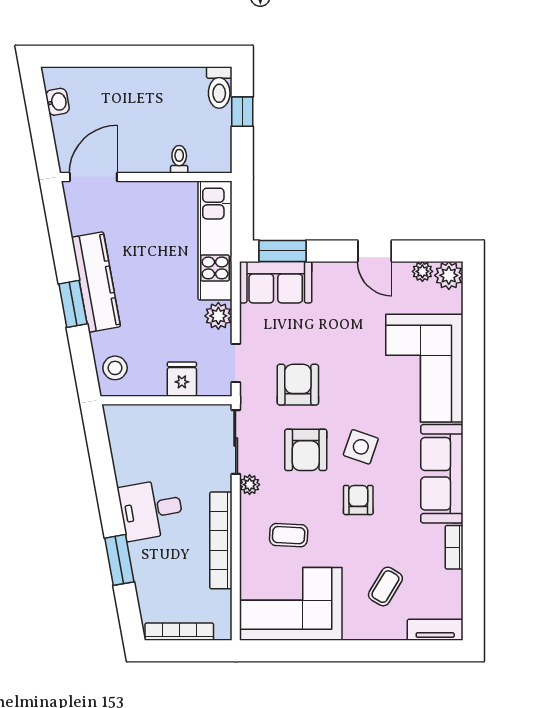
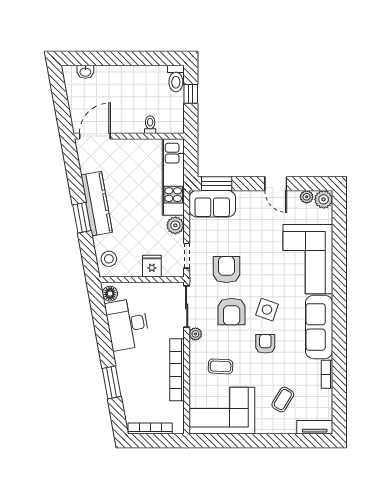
washbasin: (57, 102) -> (85, 72), moved, turned 100
floor lamp: (117, 422) -> (110, 294), added
desk: (151, 510) -> (127, 324), moved, width x1.37

